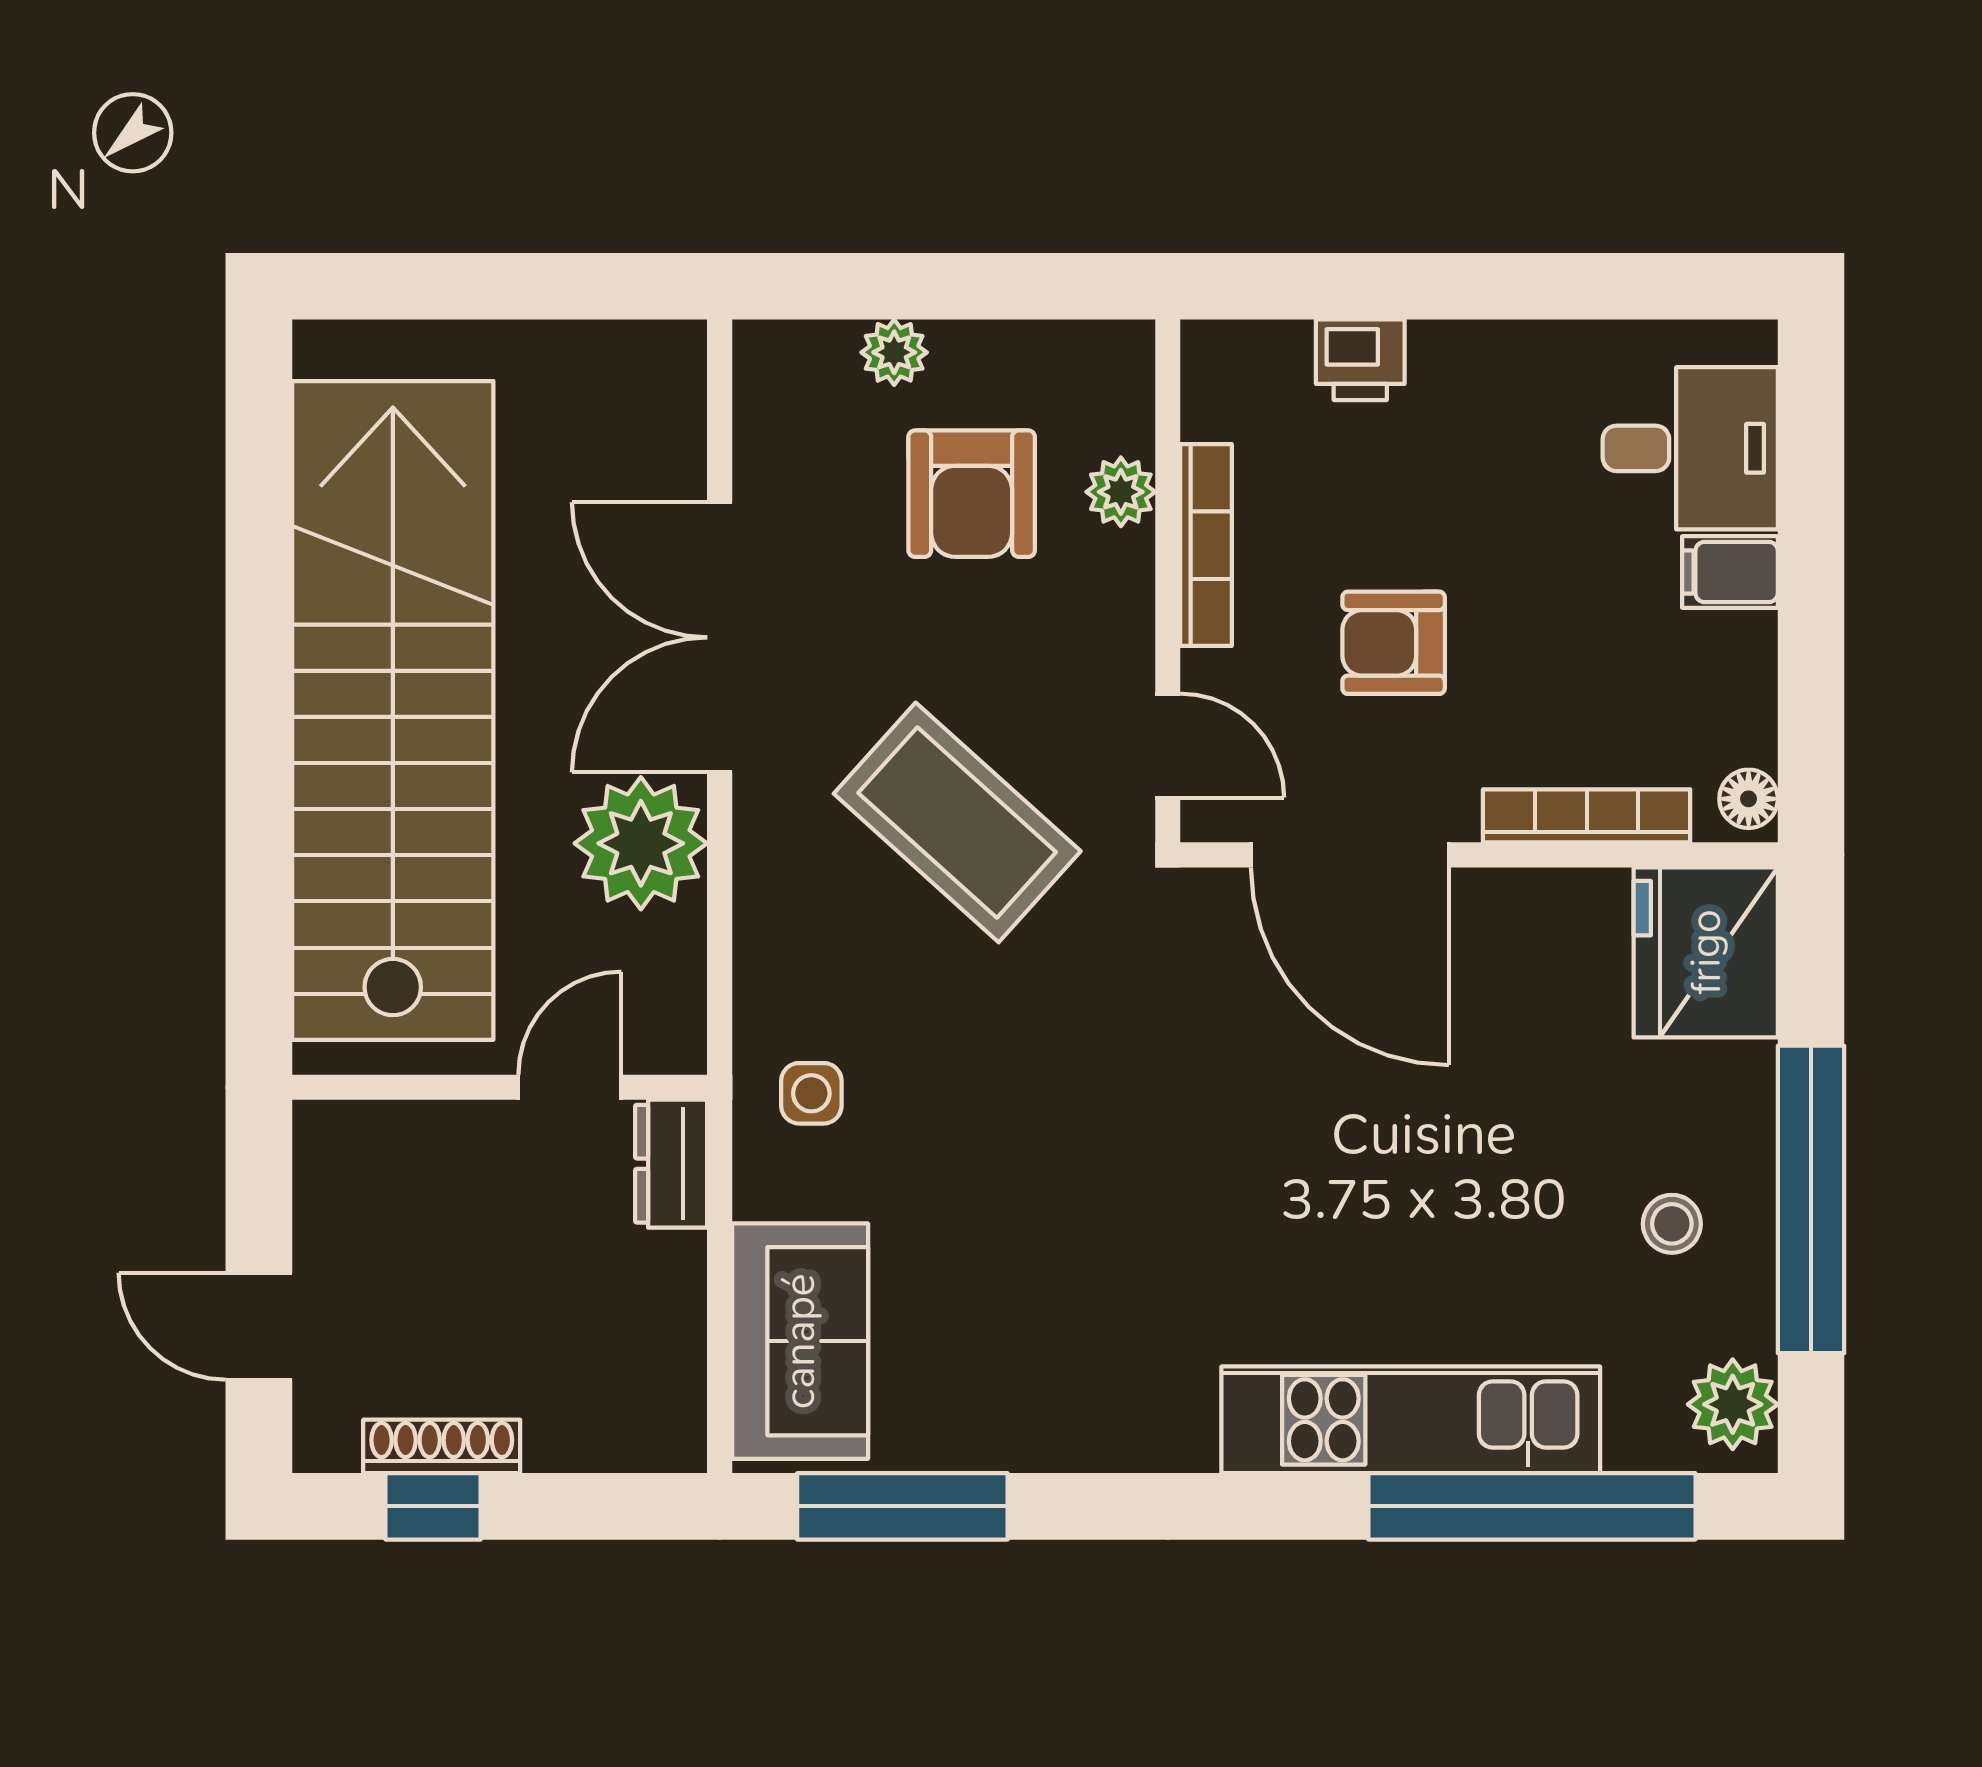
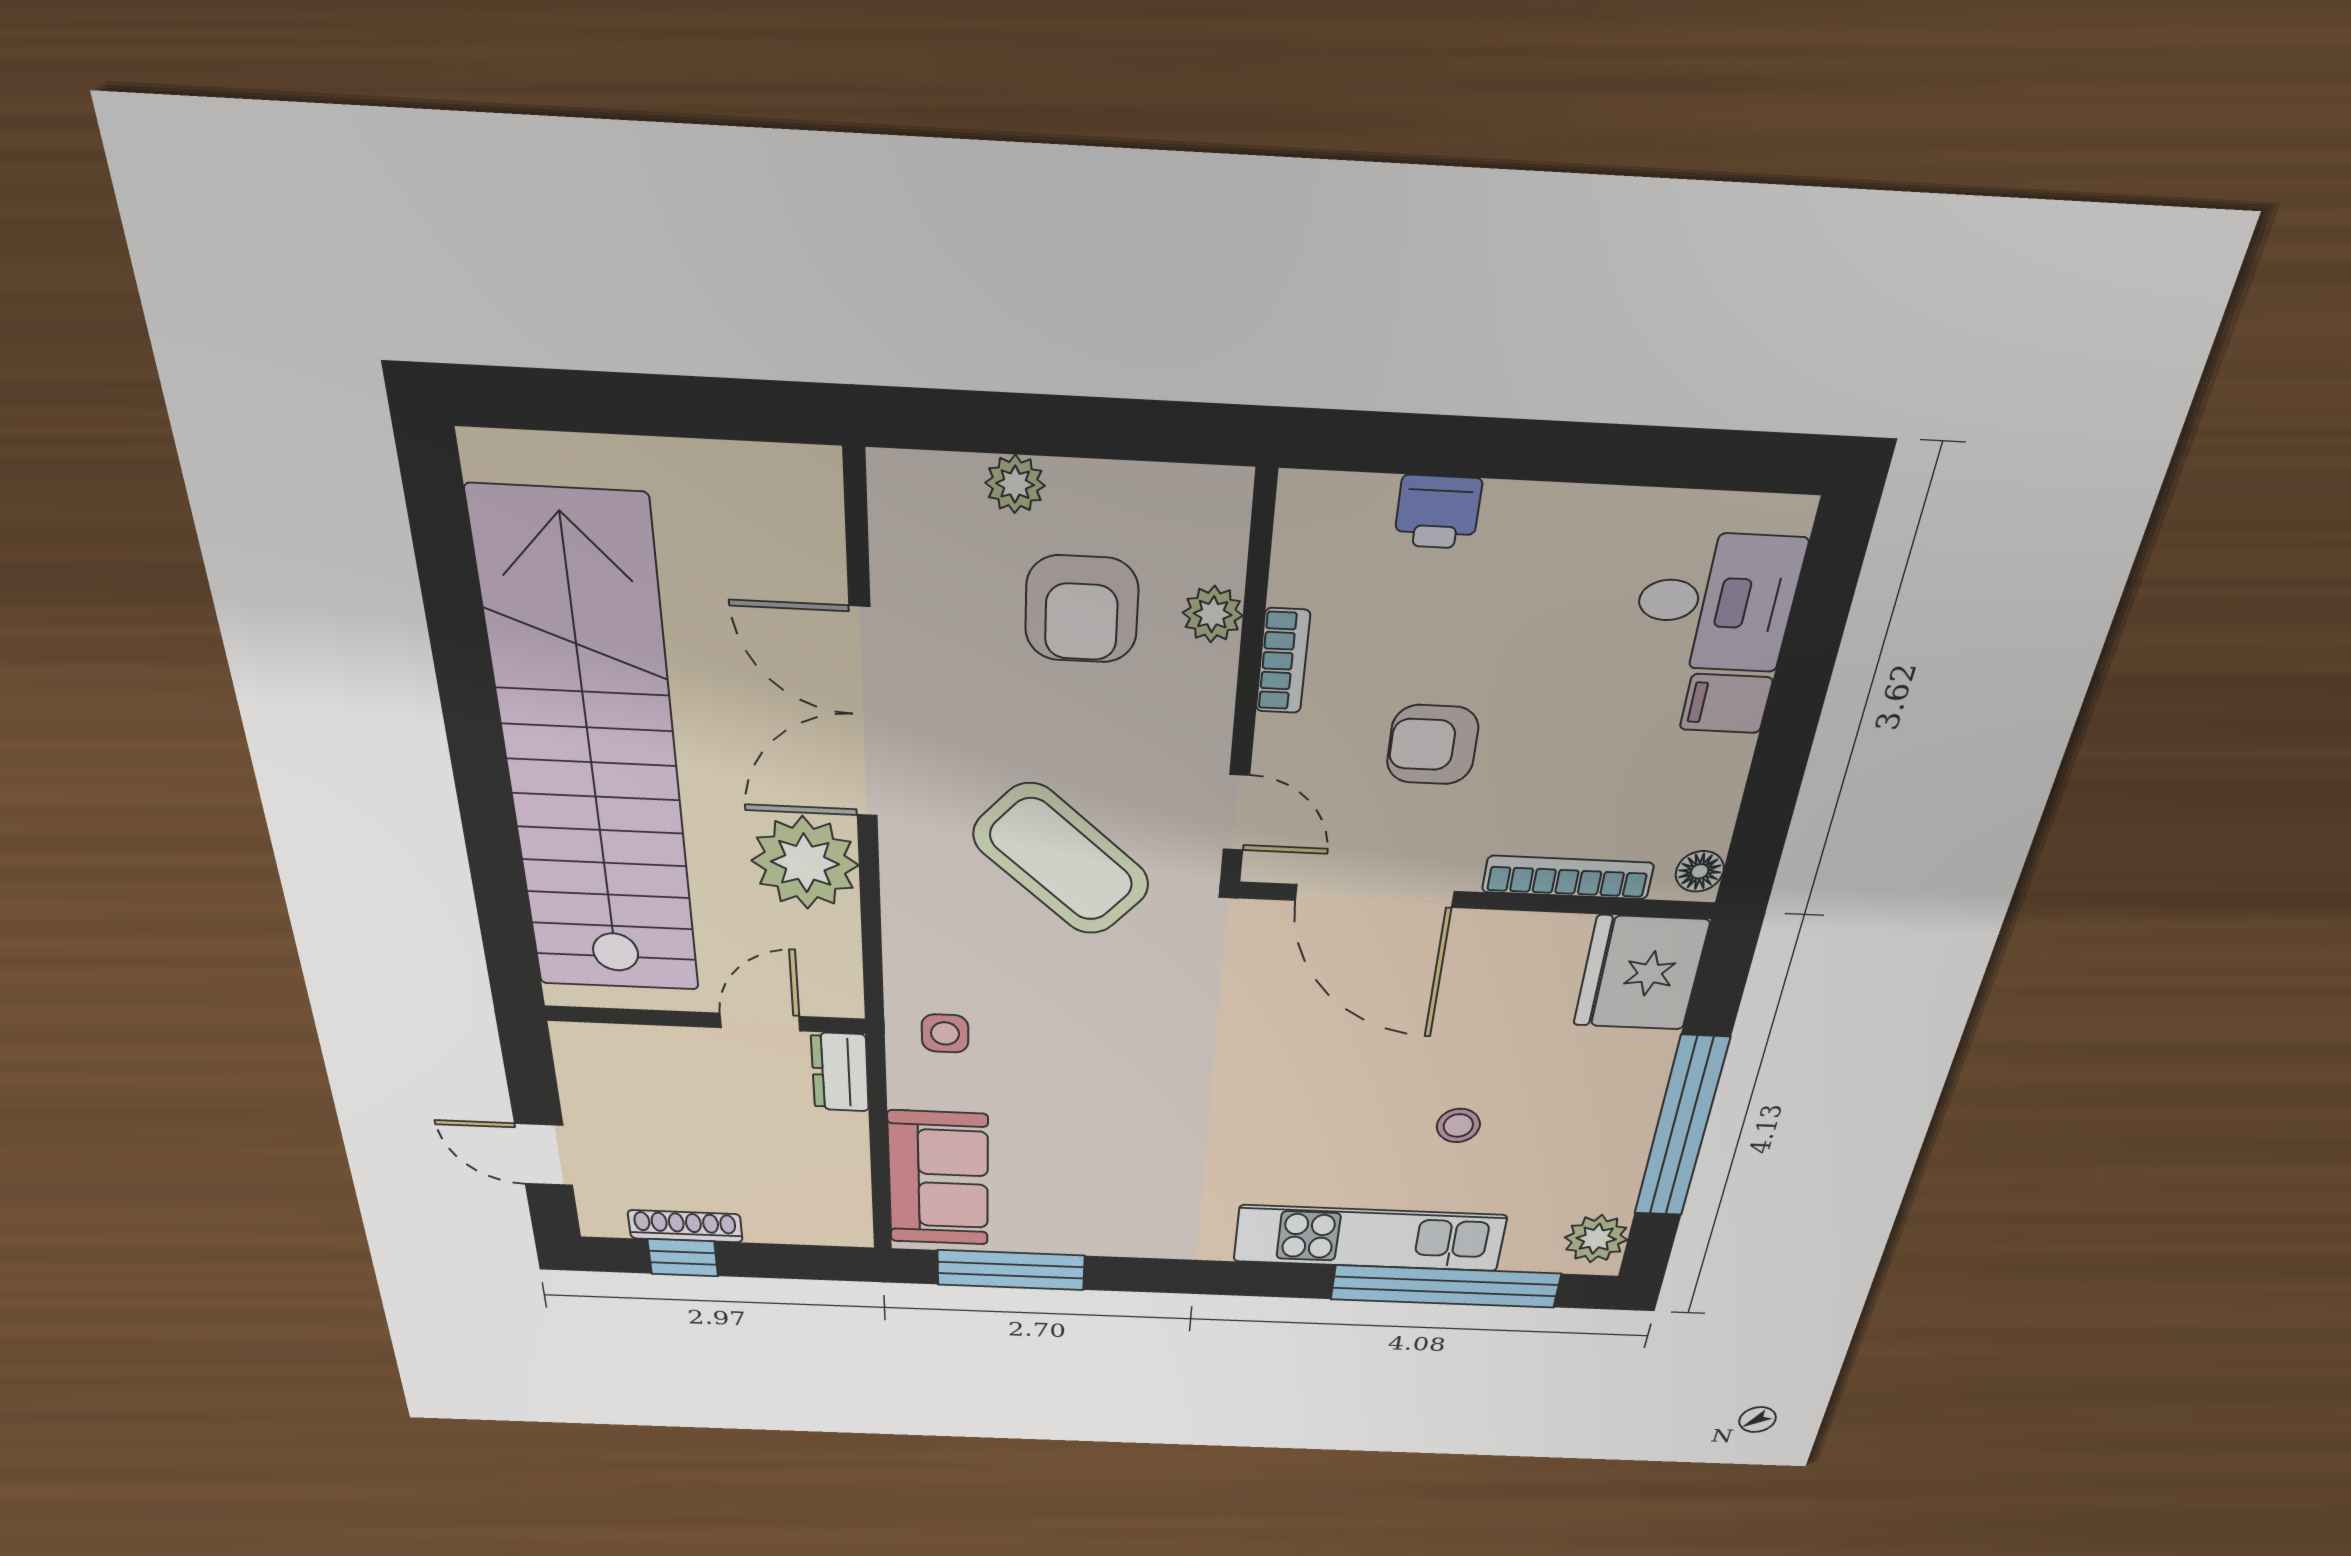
bookcase: (1206, 545) -> (1283, 661), width x0.64
stool: (1672, 1224) -> (1458, 1125), moved

